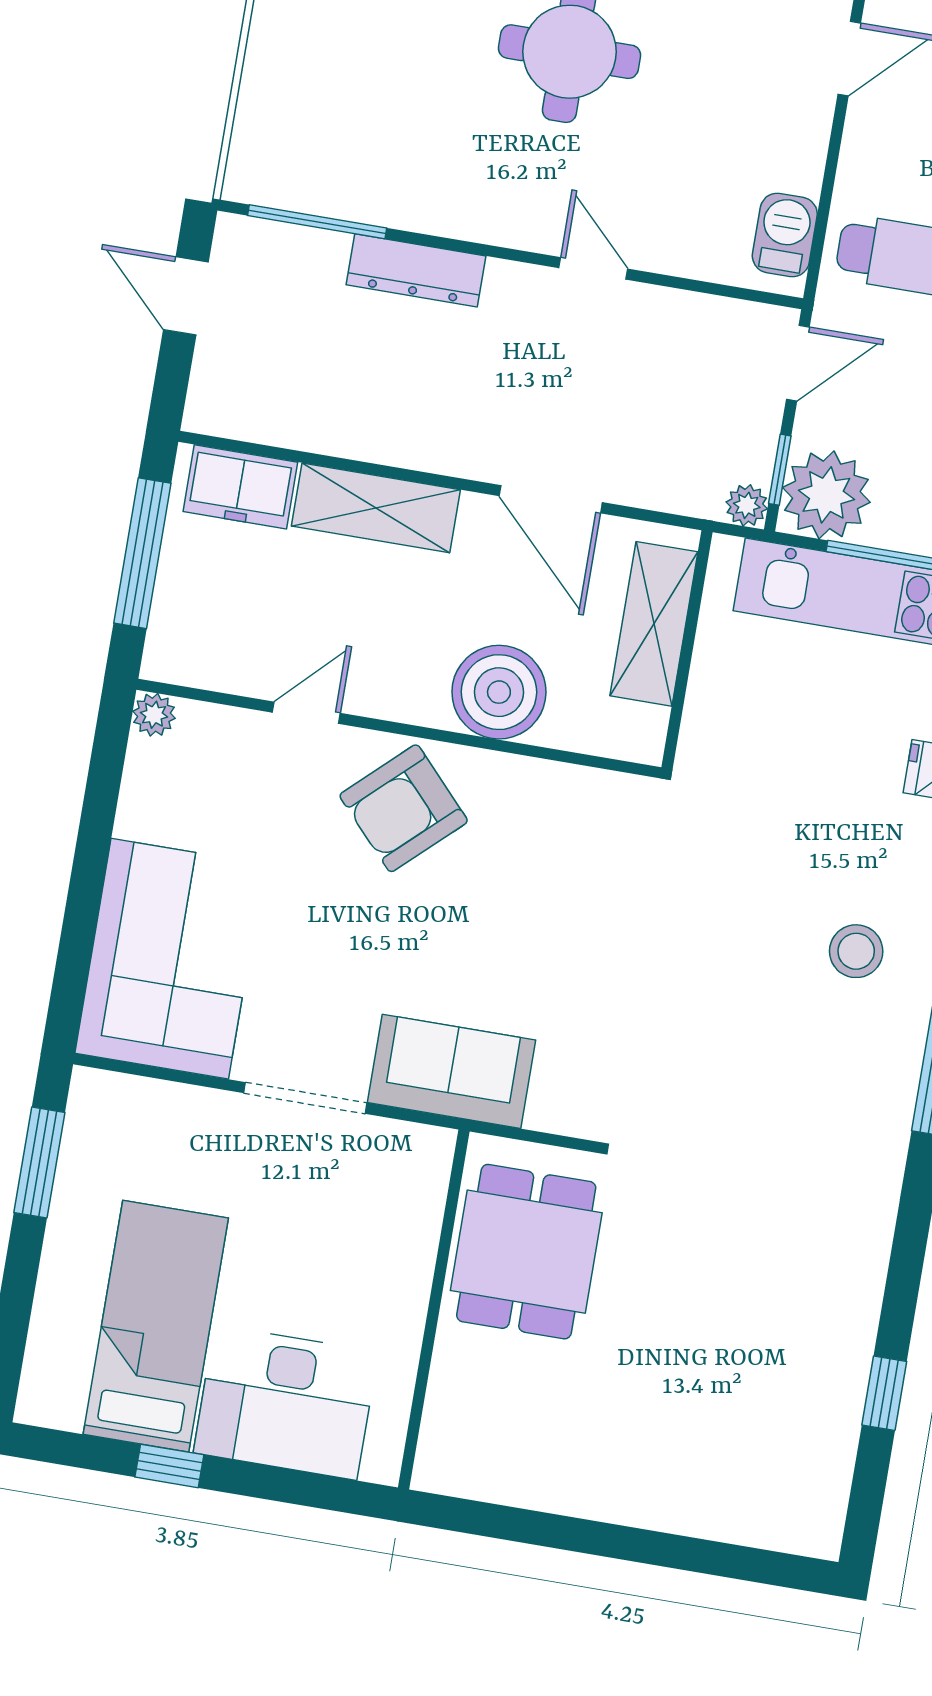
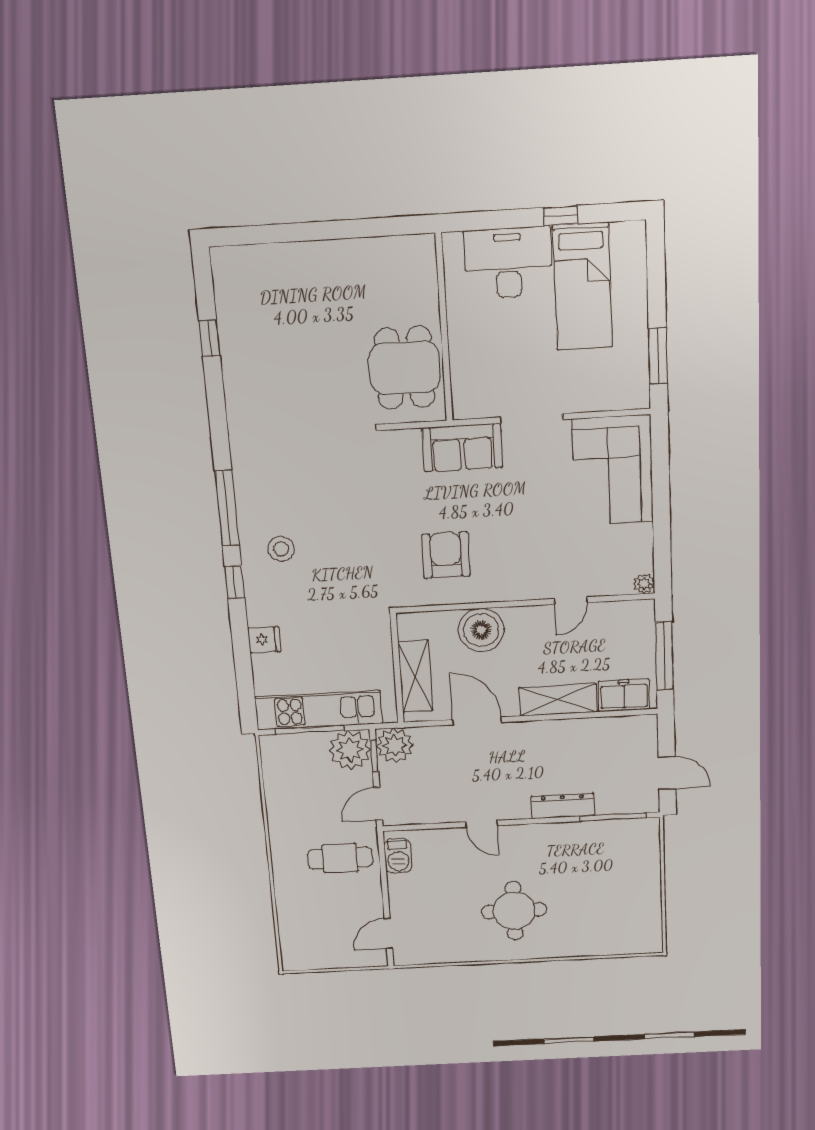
plant: (747, 505) -> (395, 745), width x1.88, depth x1.88
armchair: (404, 808) -> (446, 555), moved, turned -47

